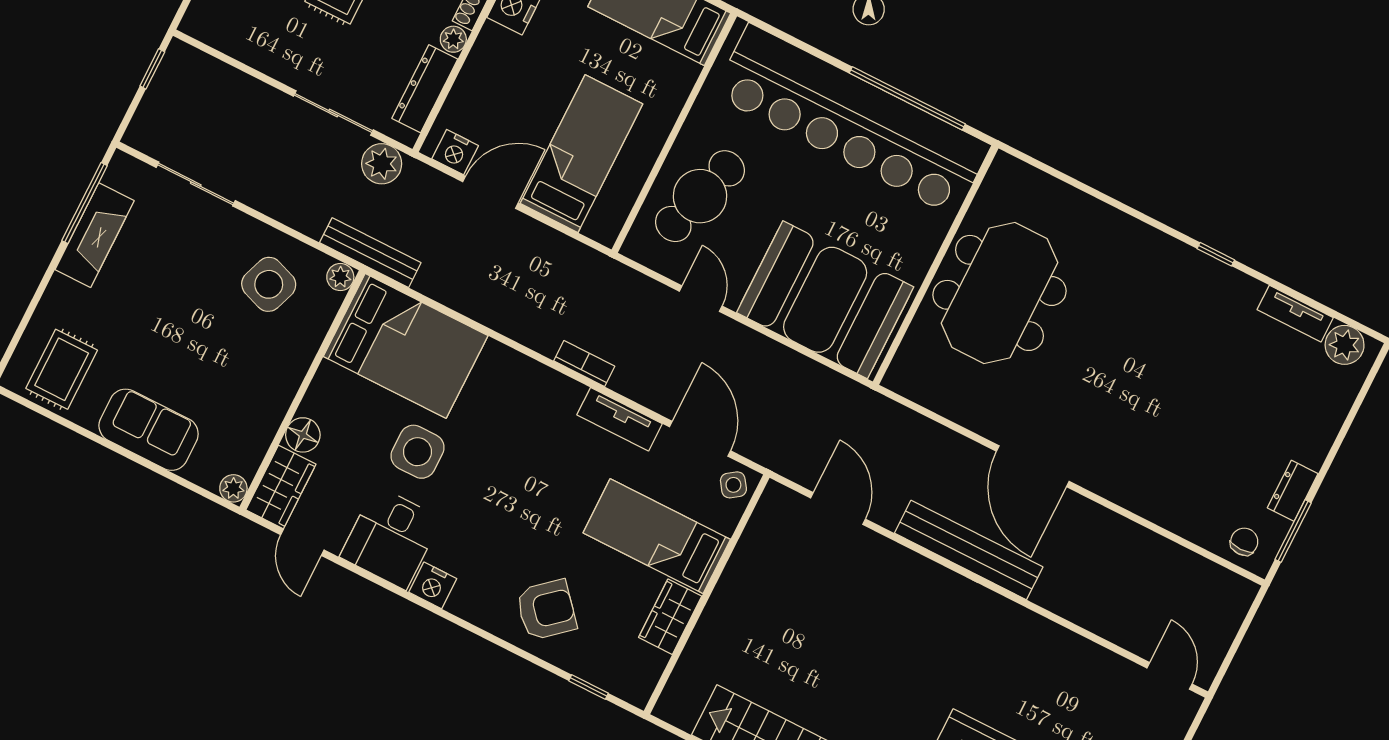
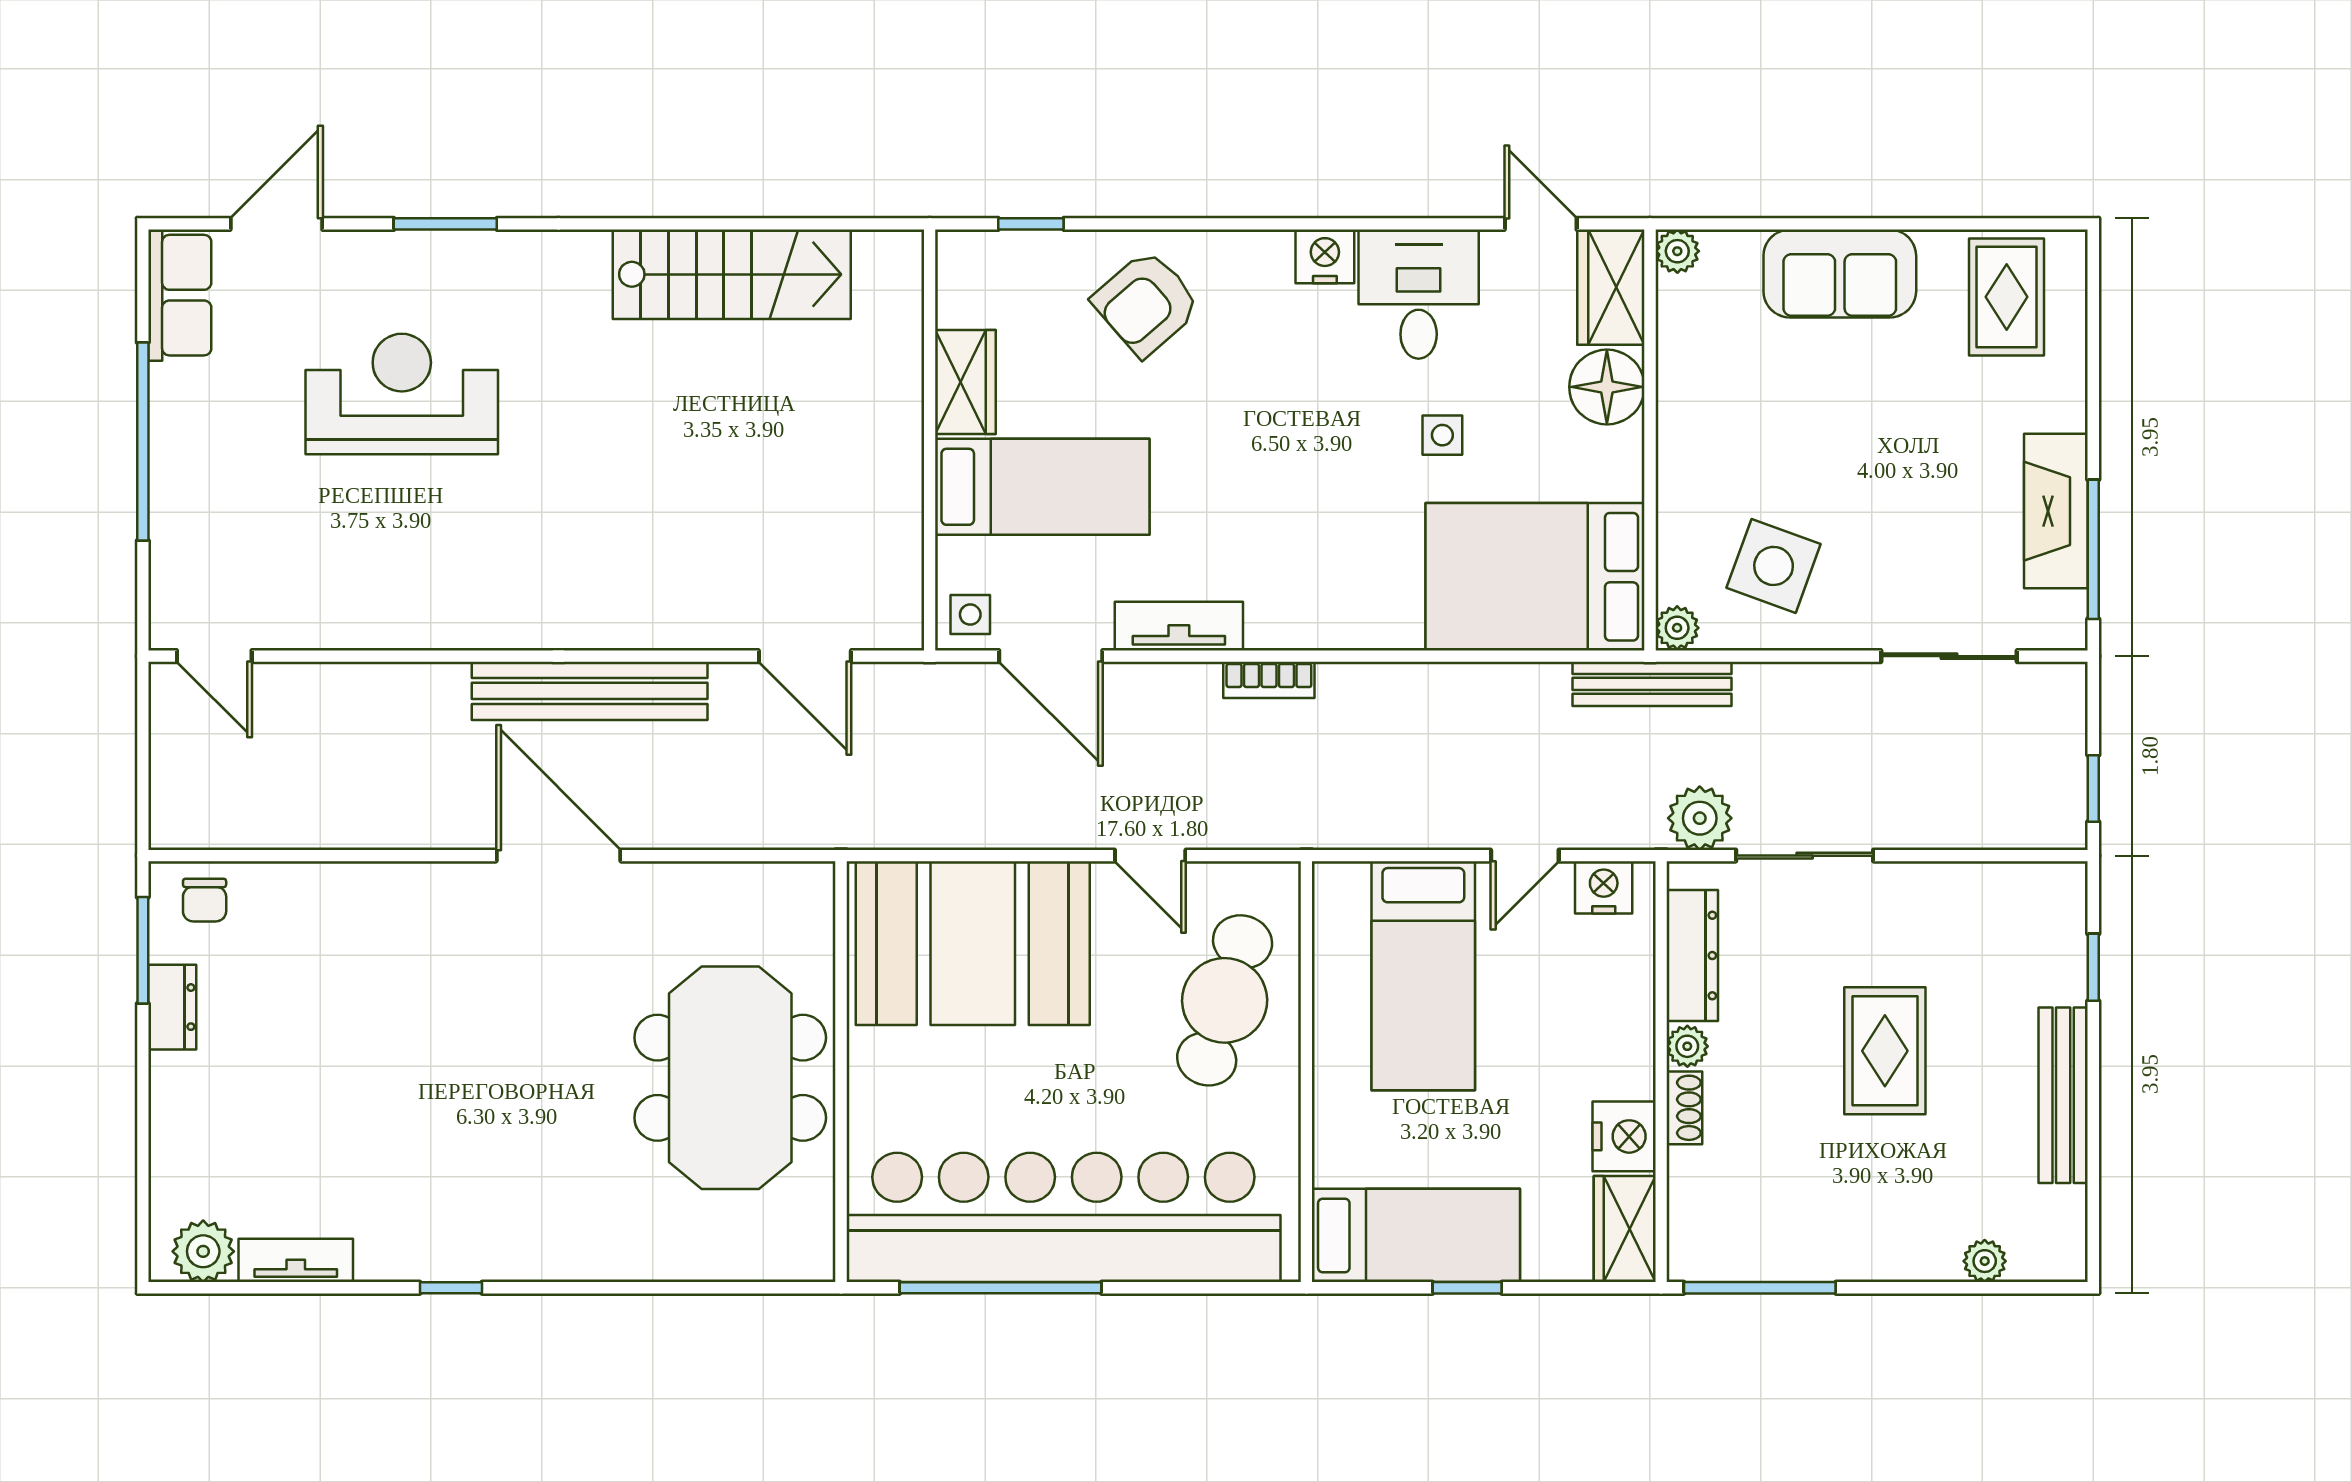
door: (490, 192) -> (1525, 856), width x0.73
floor lamp: (303, 435) -> (1607, 387), width x1.38, depth x1.38
side table: (418, 452) -> (1442, 435), width x0.54, depth x0.54
side table: (733, 485) -> (970, 615), turned 35

